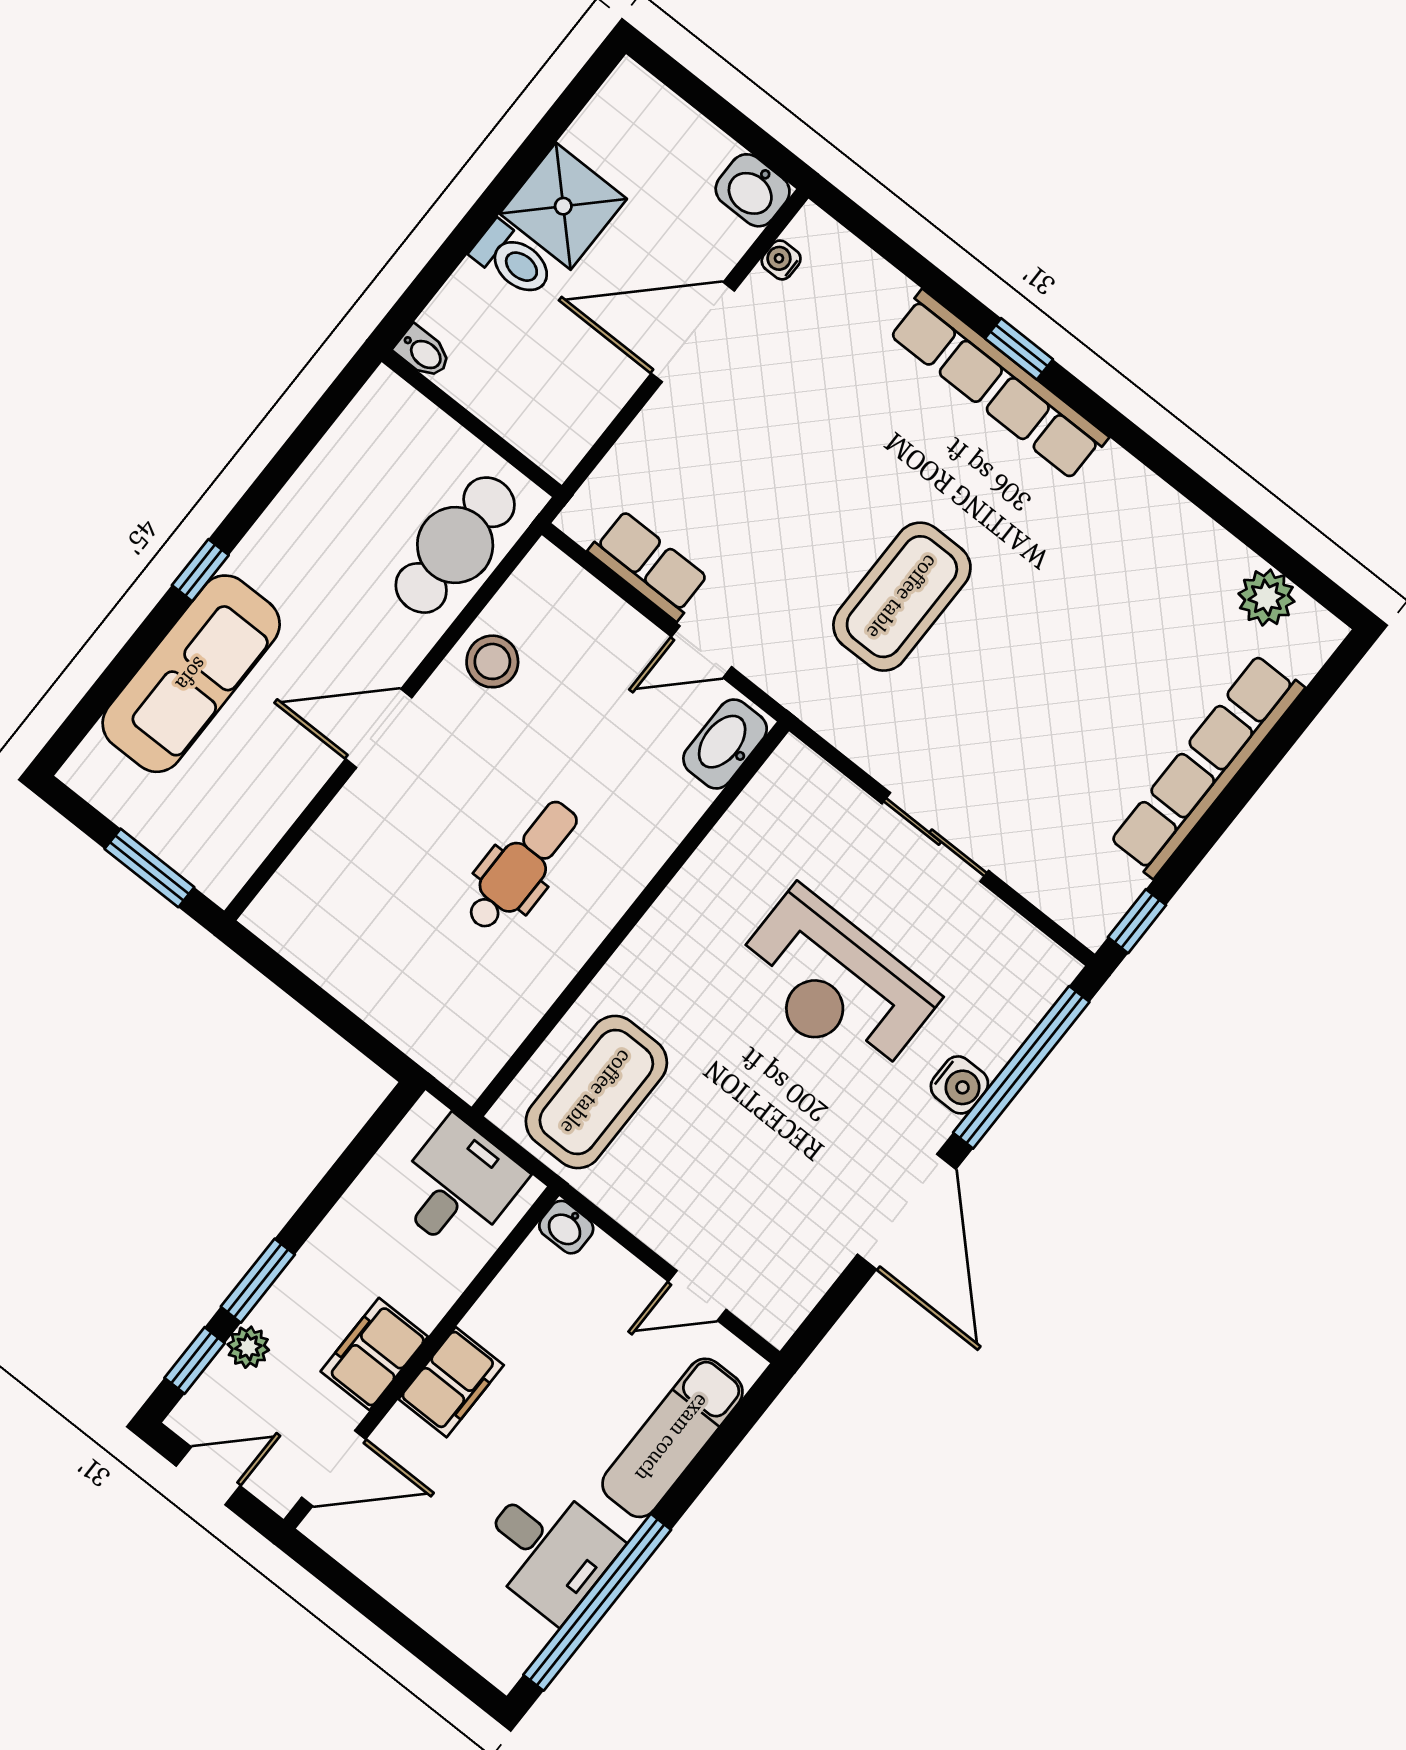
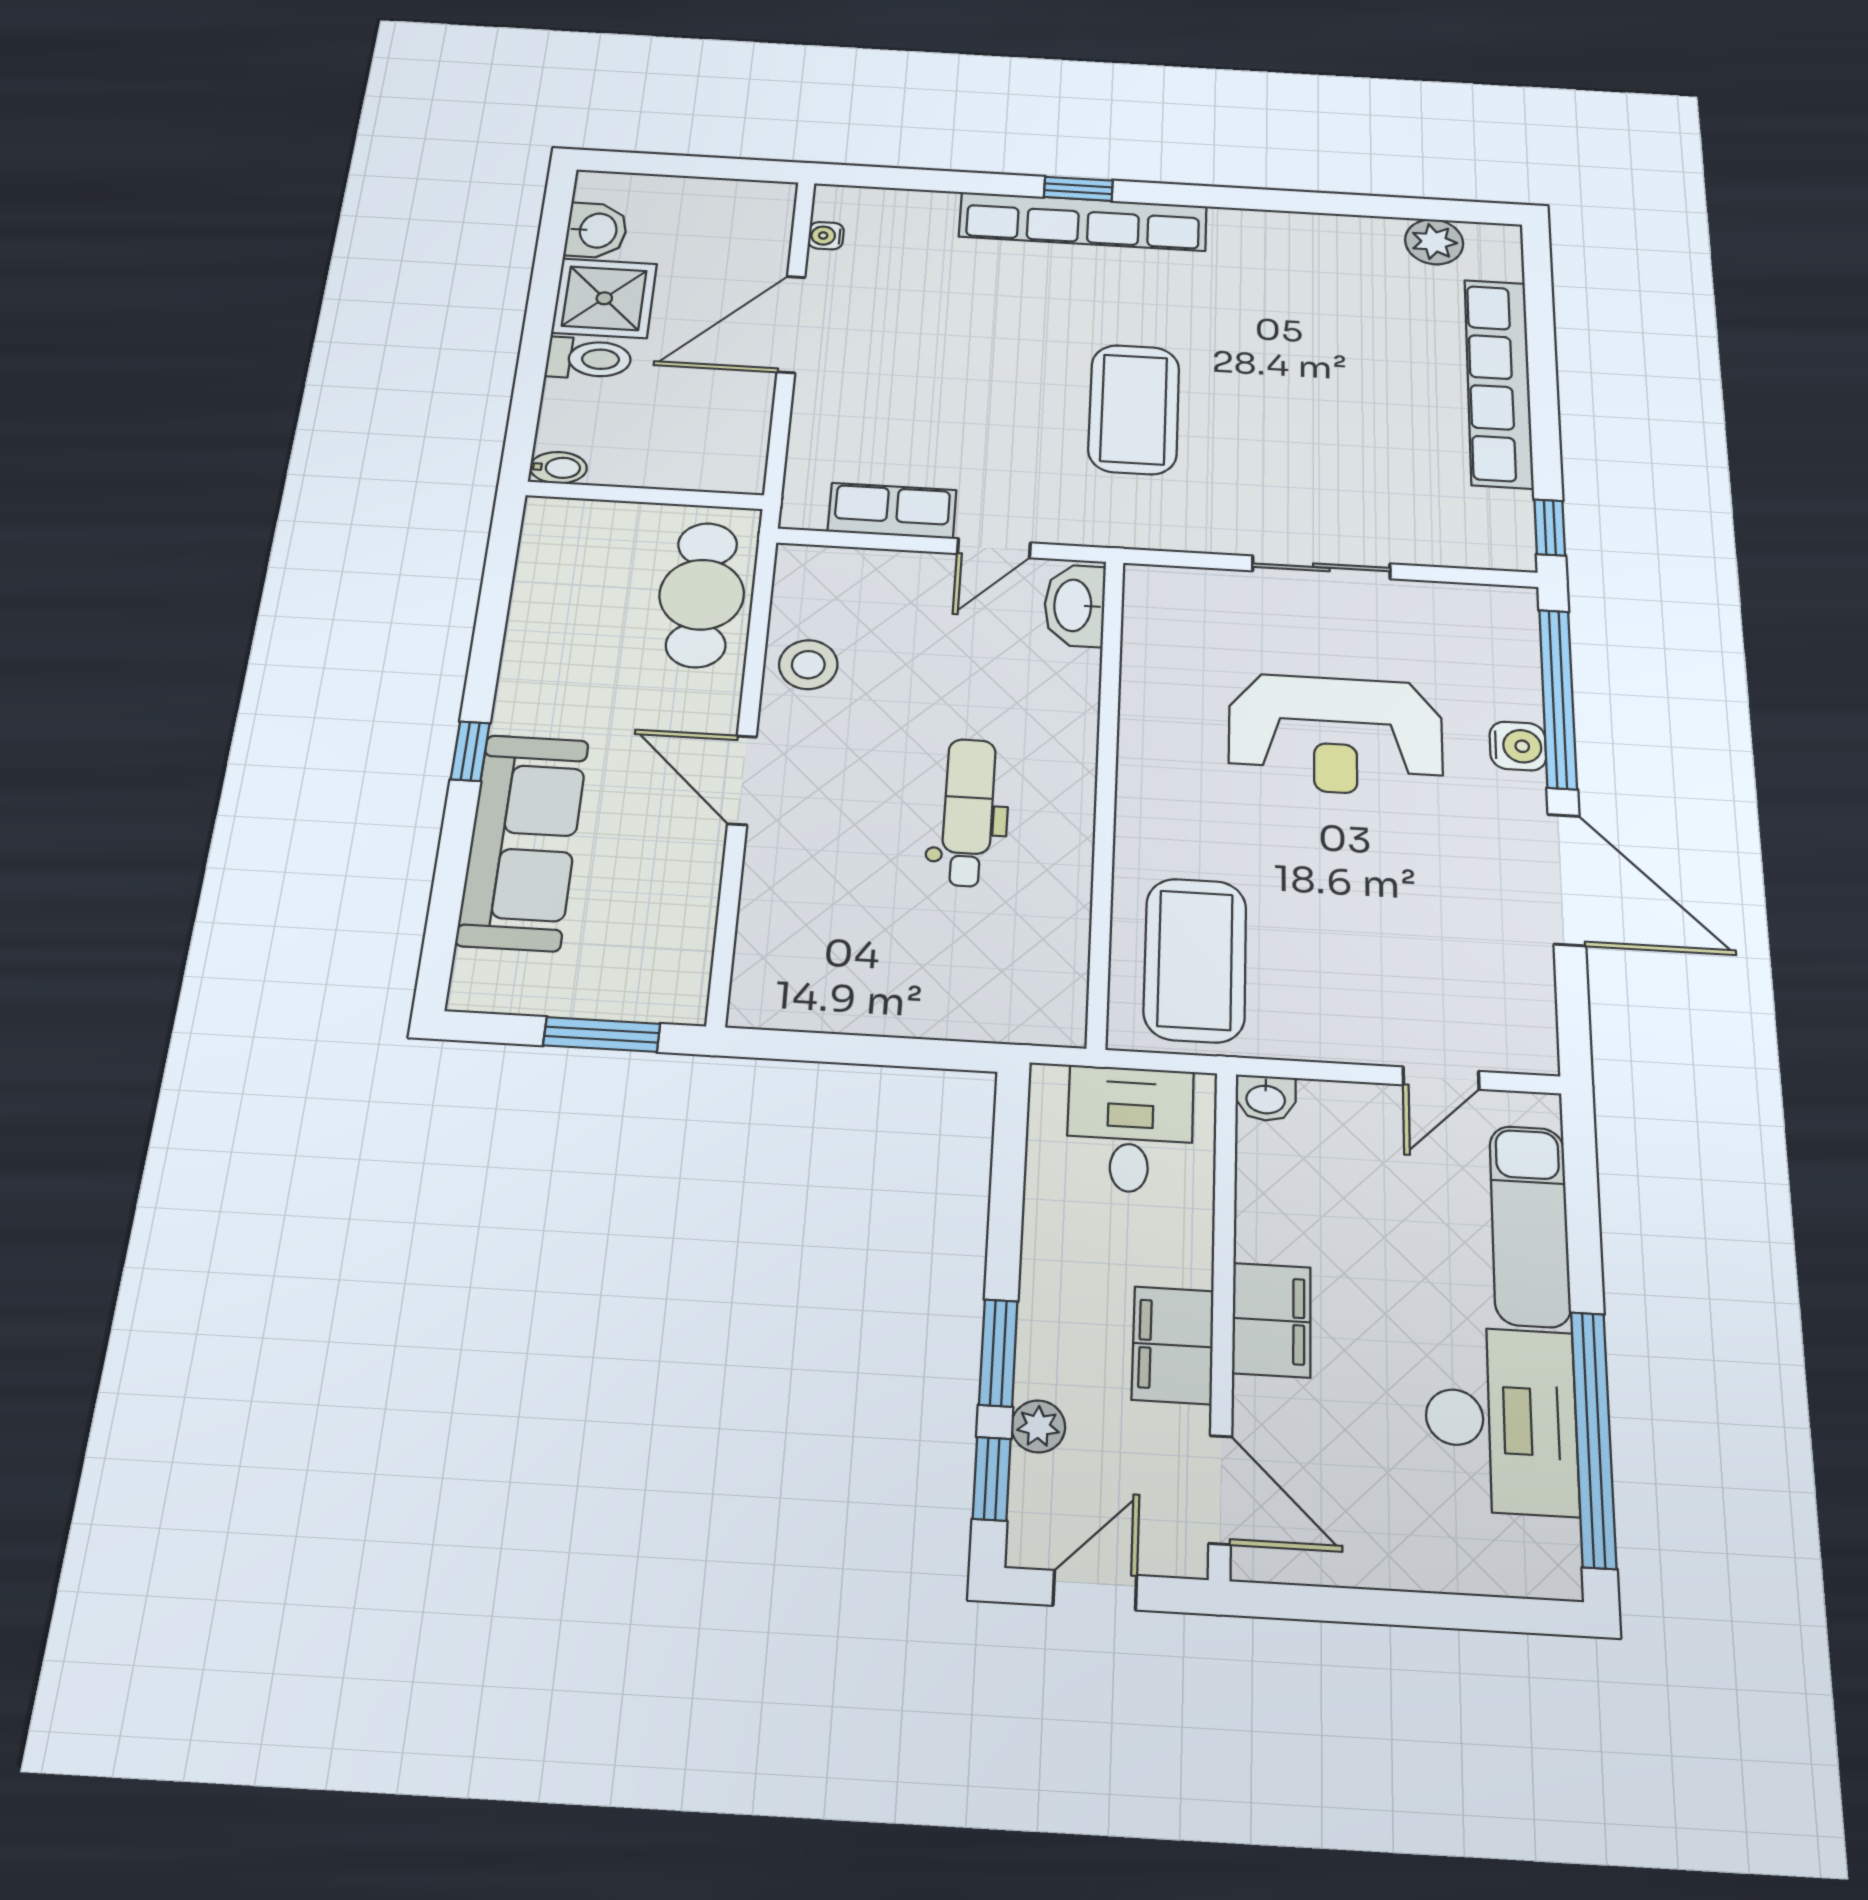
washbasin: (753, 190) -> (596, 230), moved, turned -90
door: (379, 728) -> (742, 780), hinge flipped
door: (334, 1468) -> (1220, 1490), hinge flipped
desk: (548, 1550) -> (1501, 1420), width x1.37

